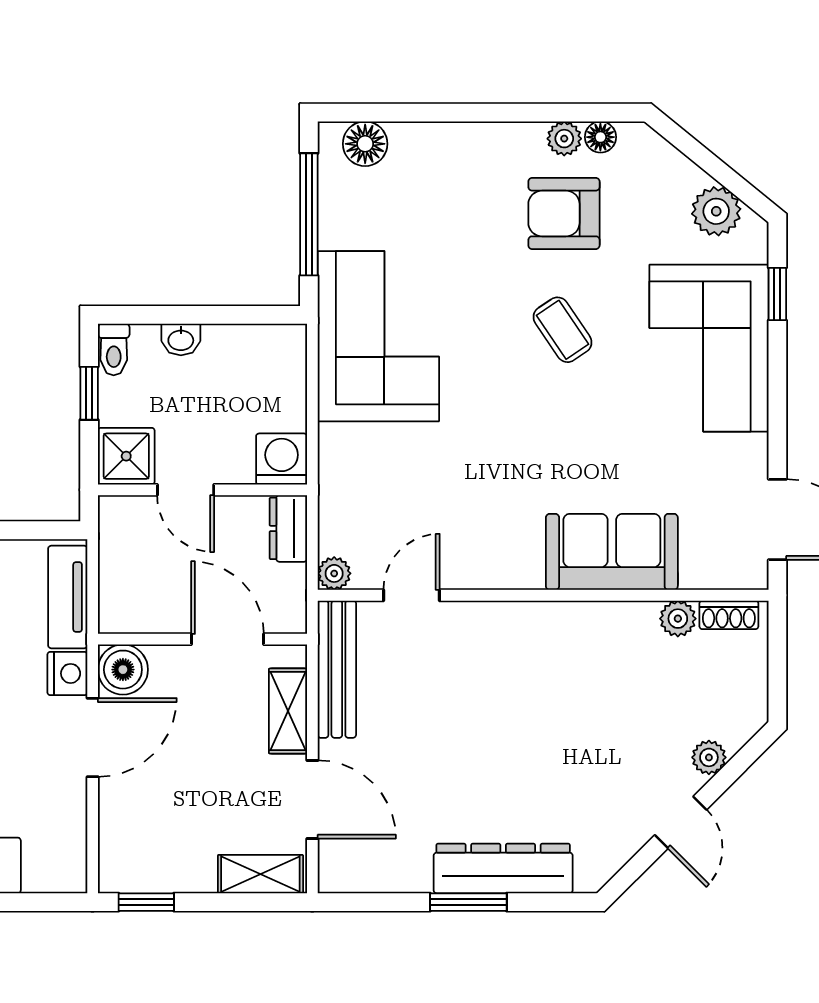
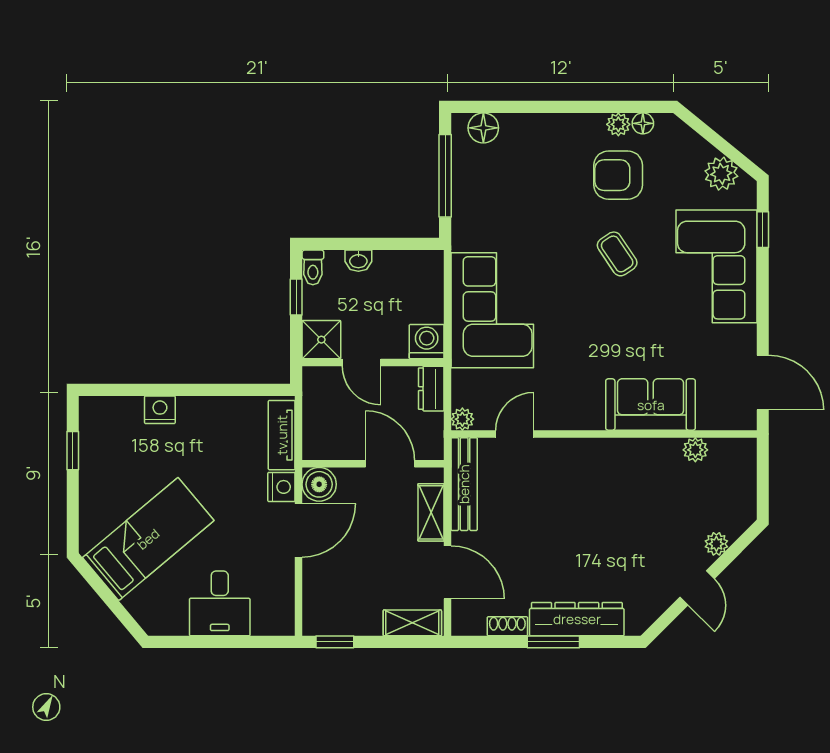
corner sofa: (378, 336) -> (492, 310), moved
shoe rack: (729, 615) -> (507, 626), moved, turned 180

